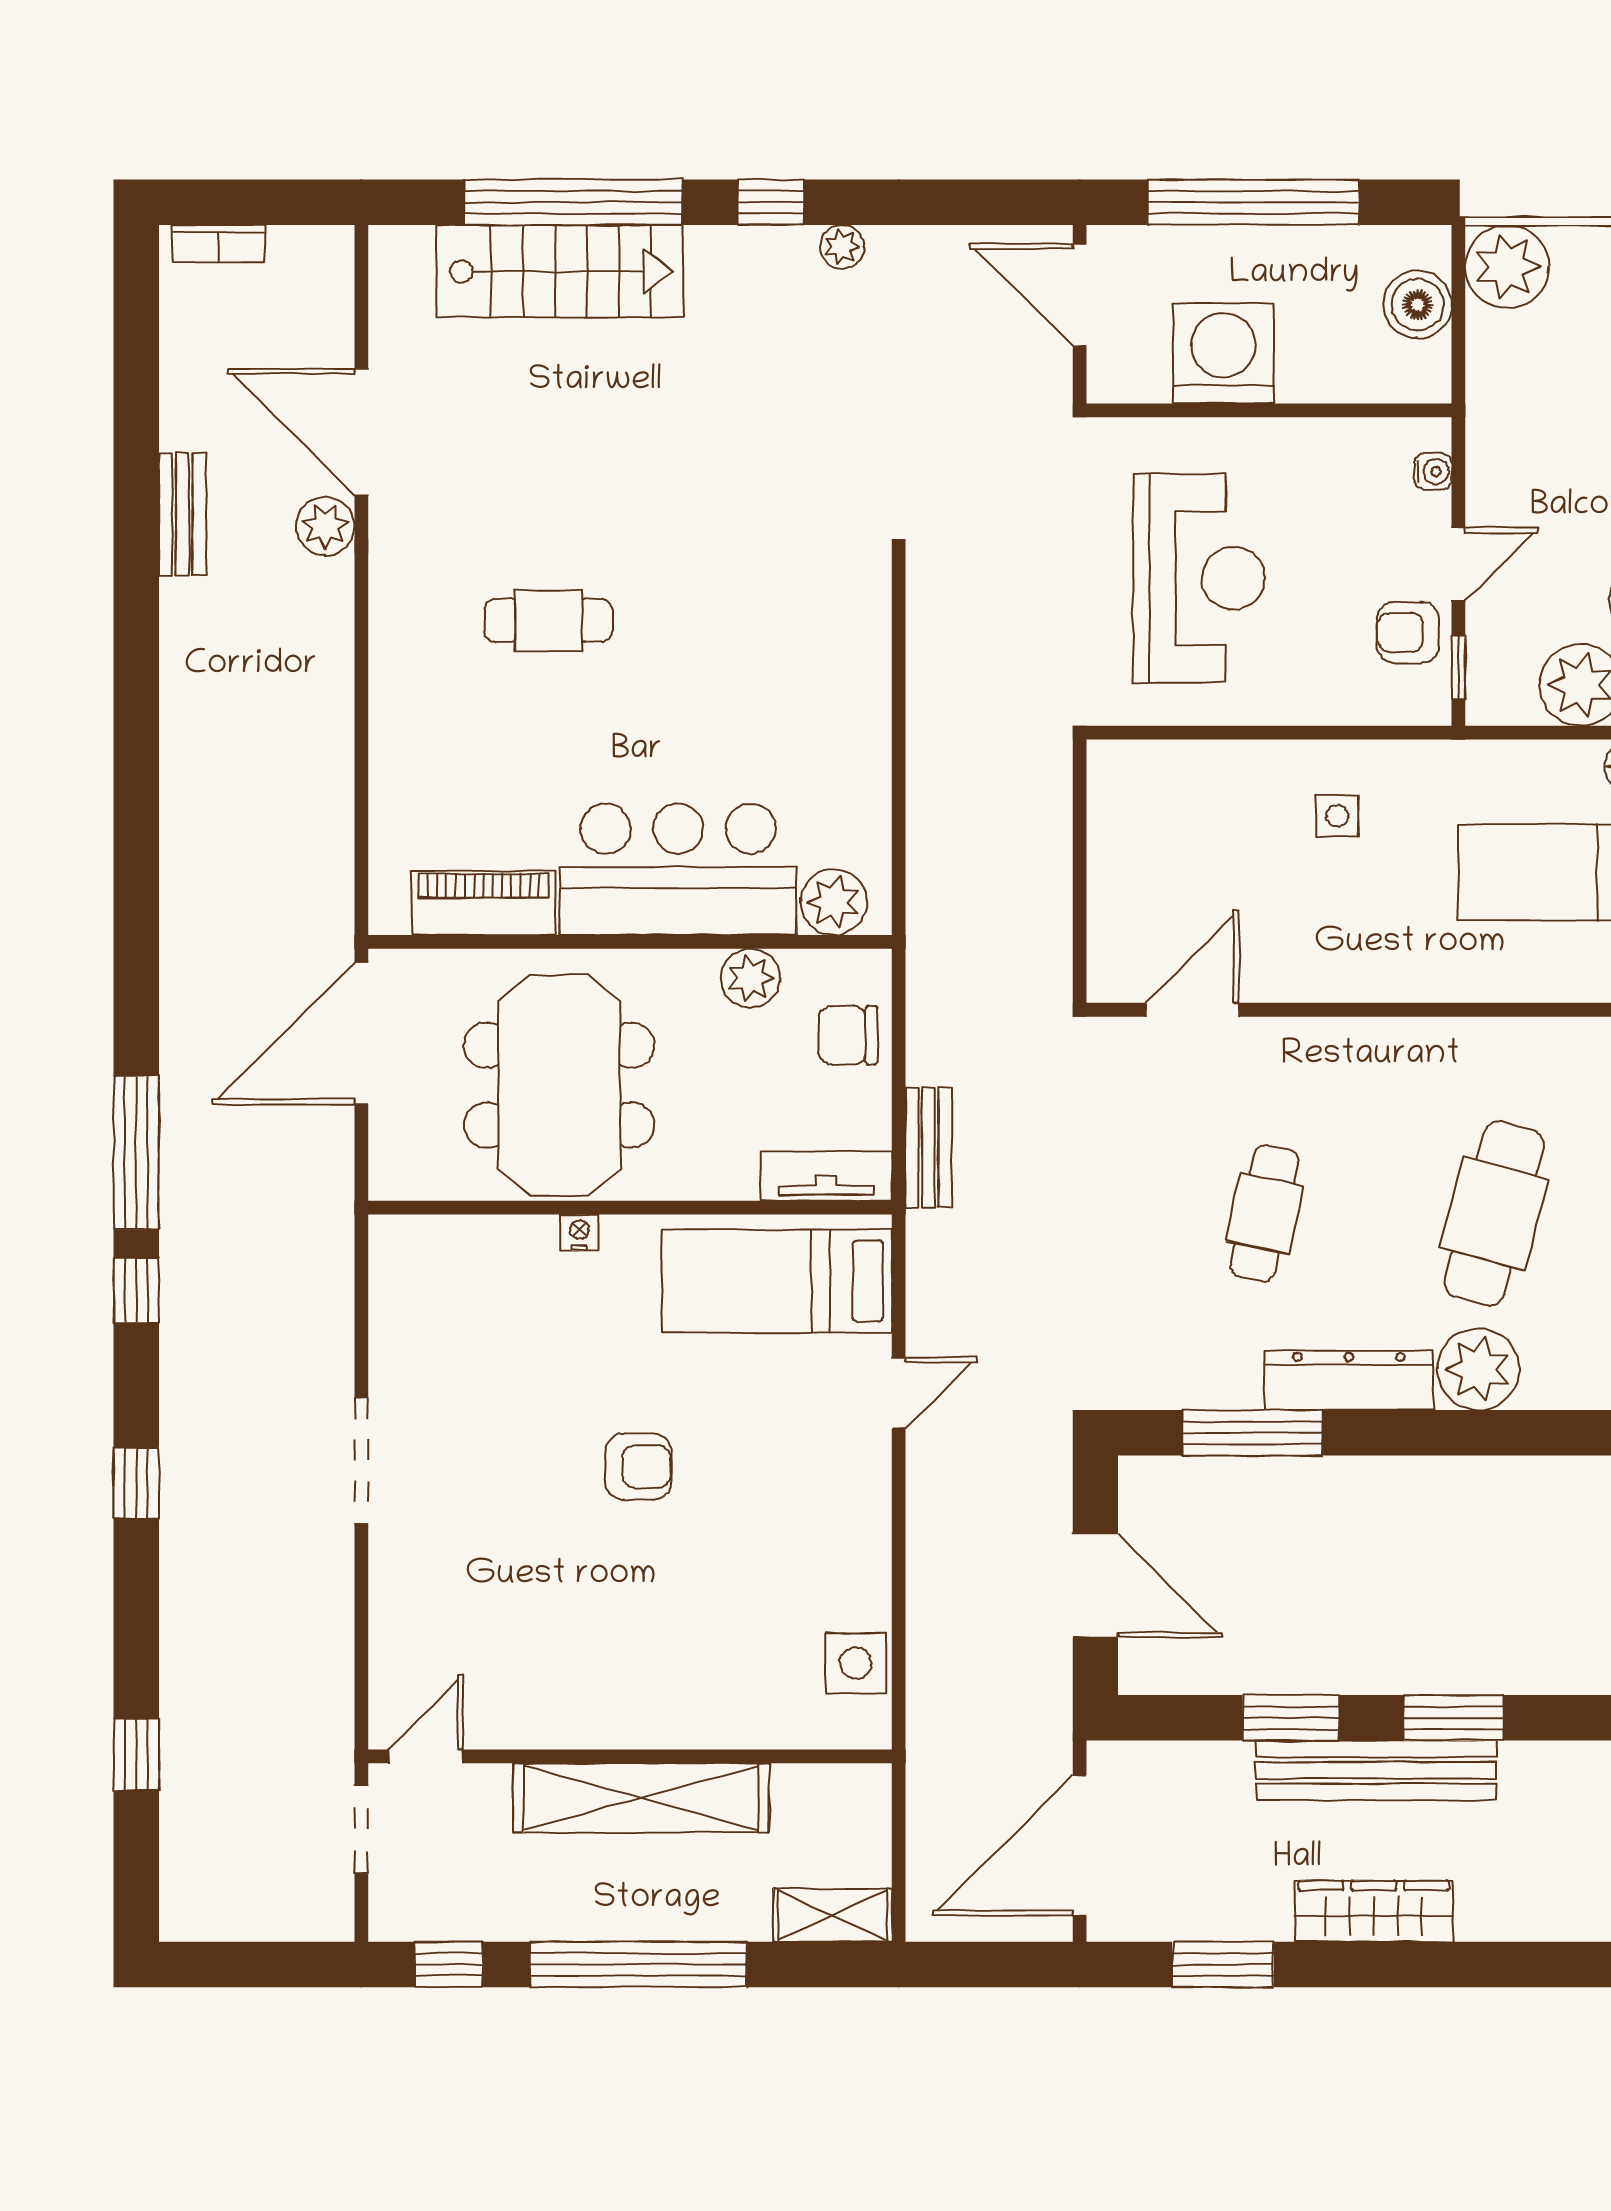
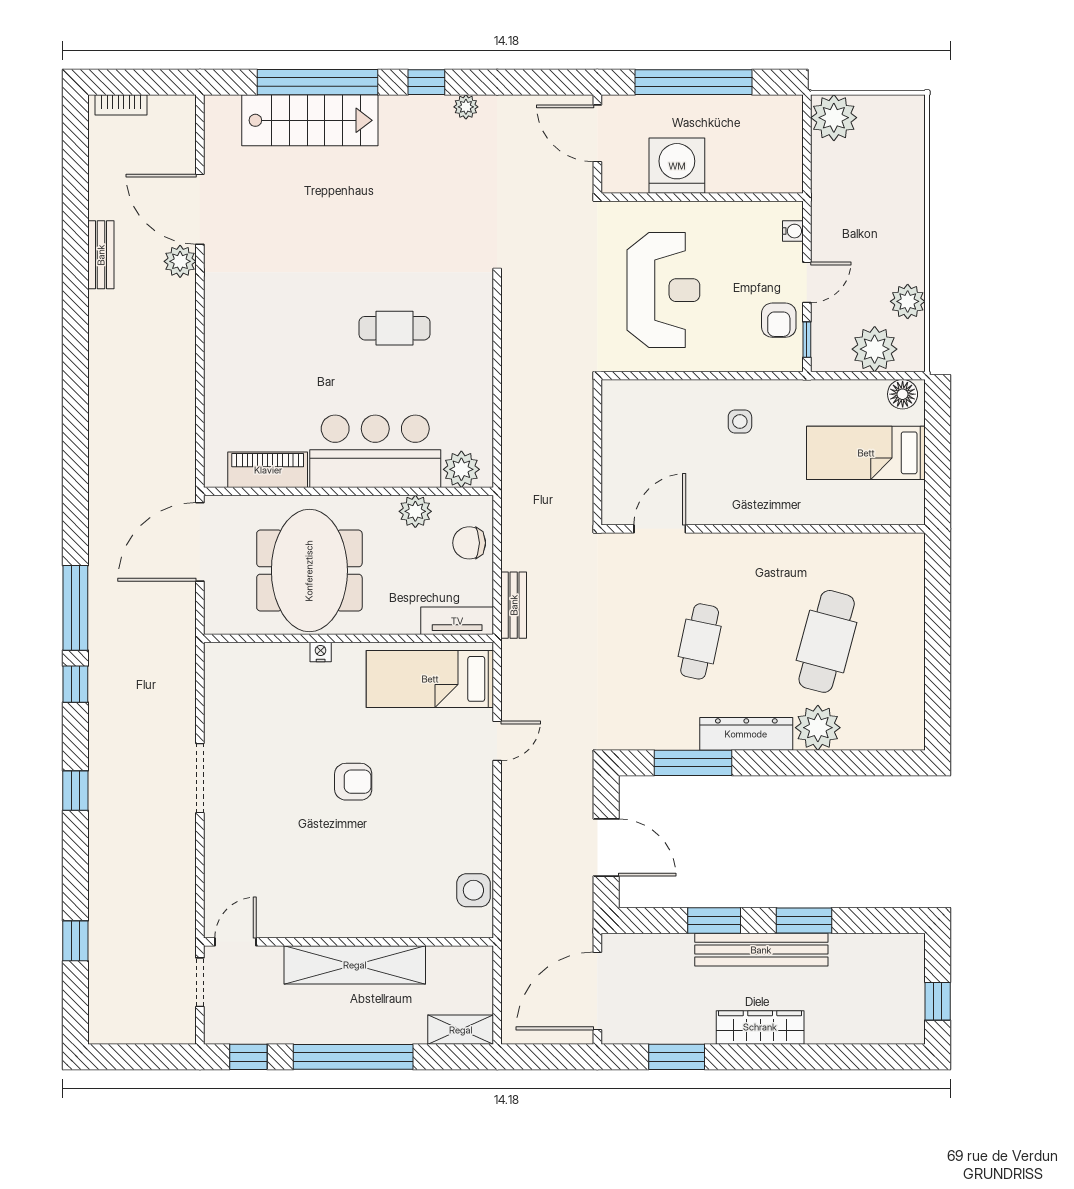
boiler: (1418, 305) -> (784, 139), removed
cafe table: (548, 620) -> (394, 328), moved
armchair: (1408, 633) -> (779, 320), turned -90

